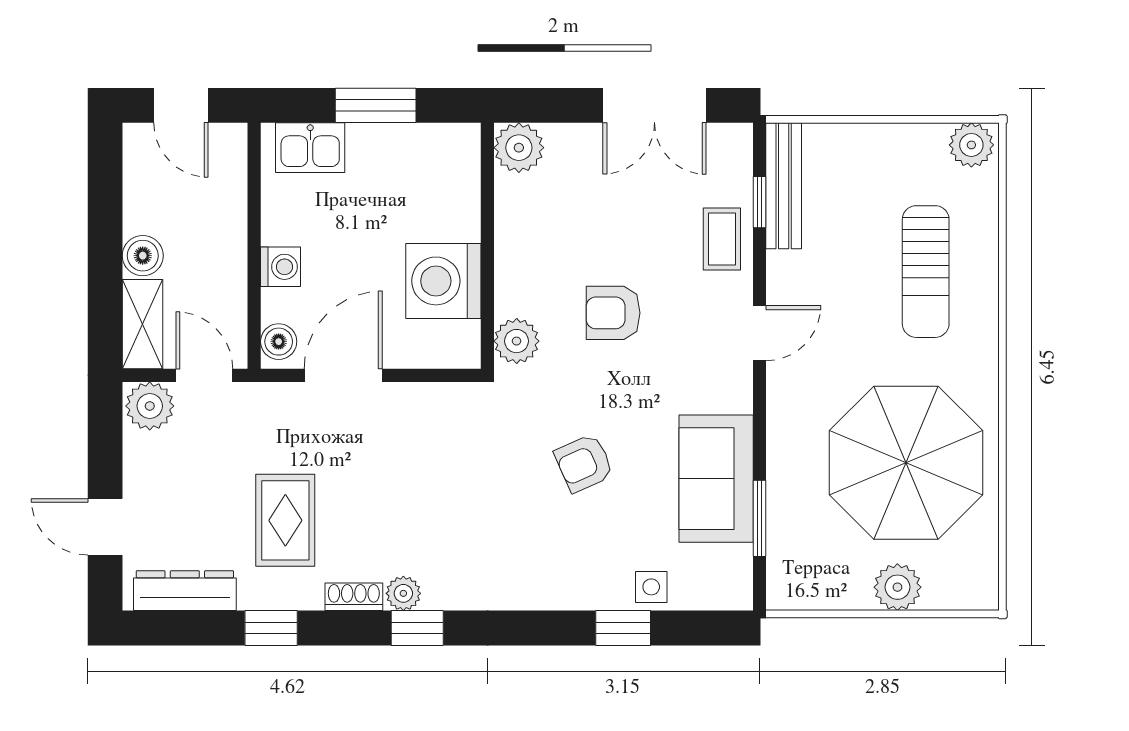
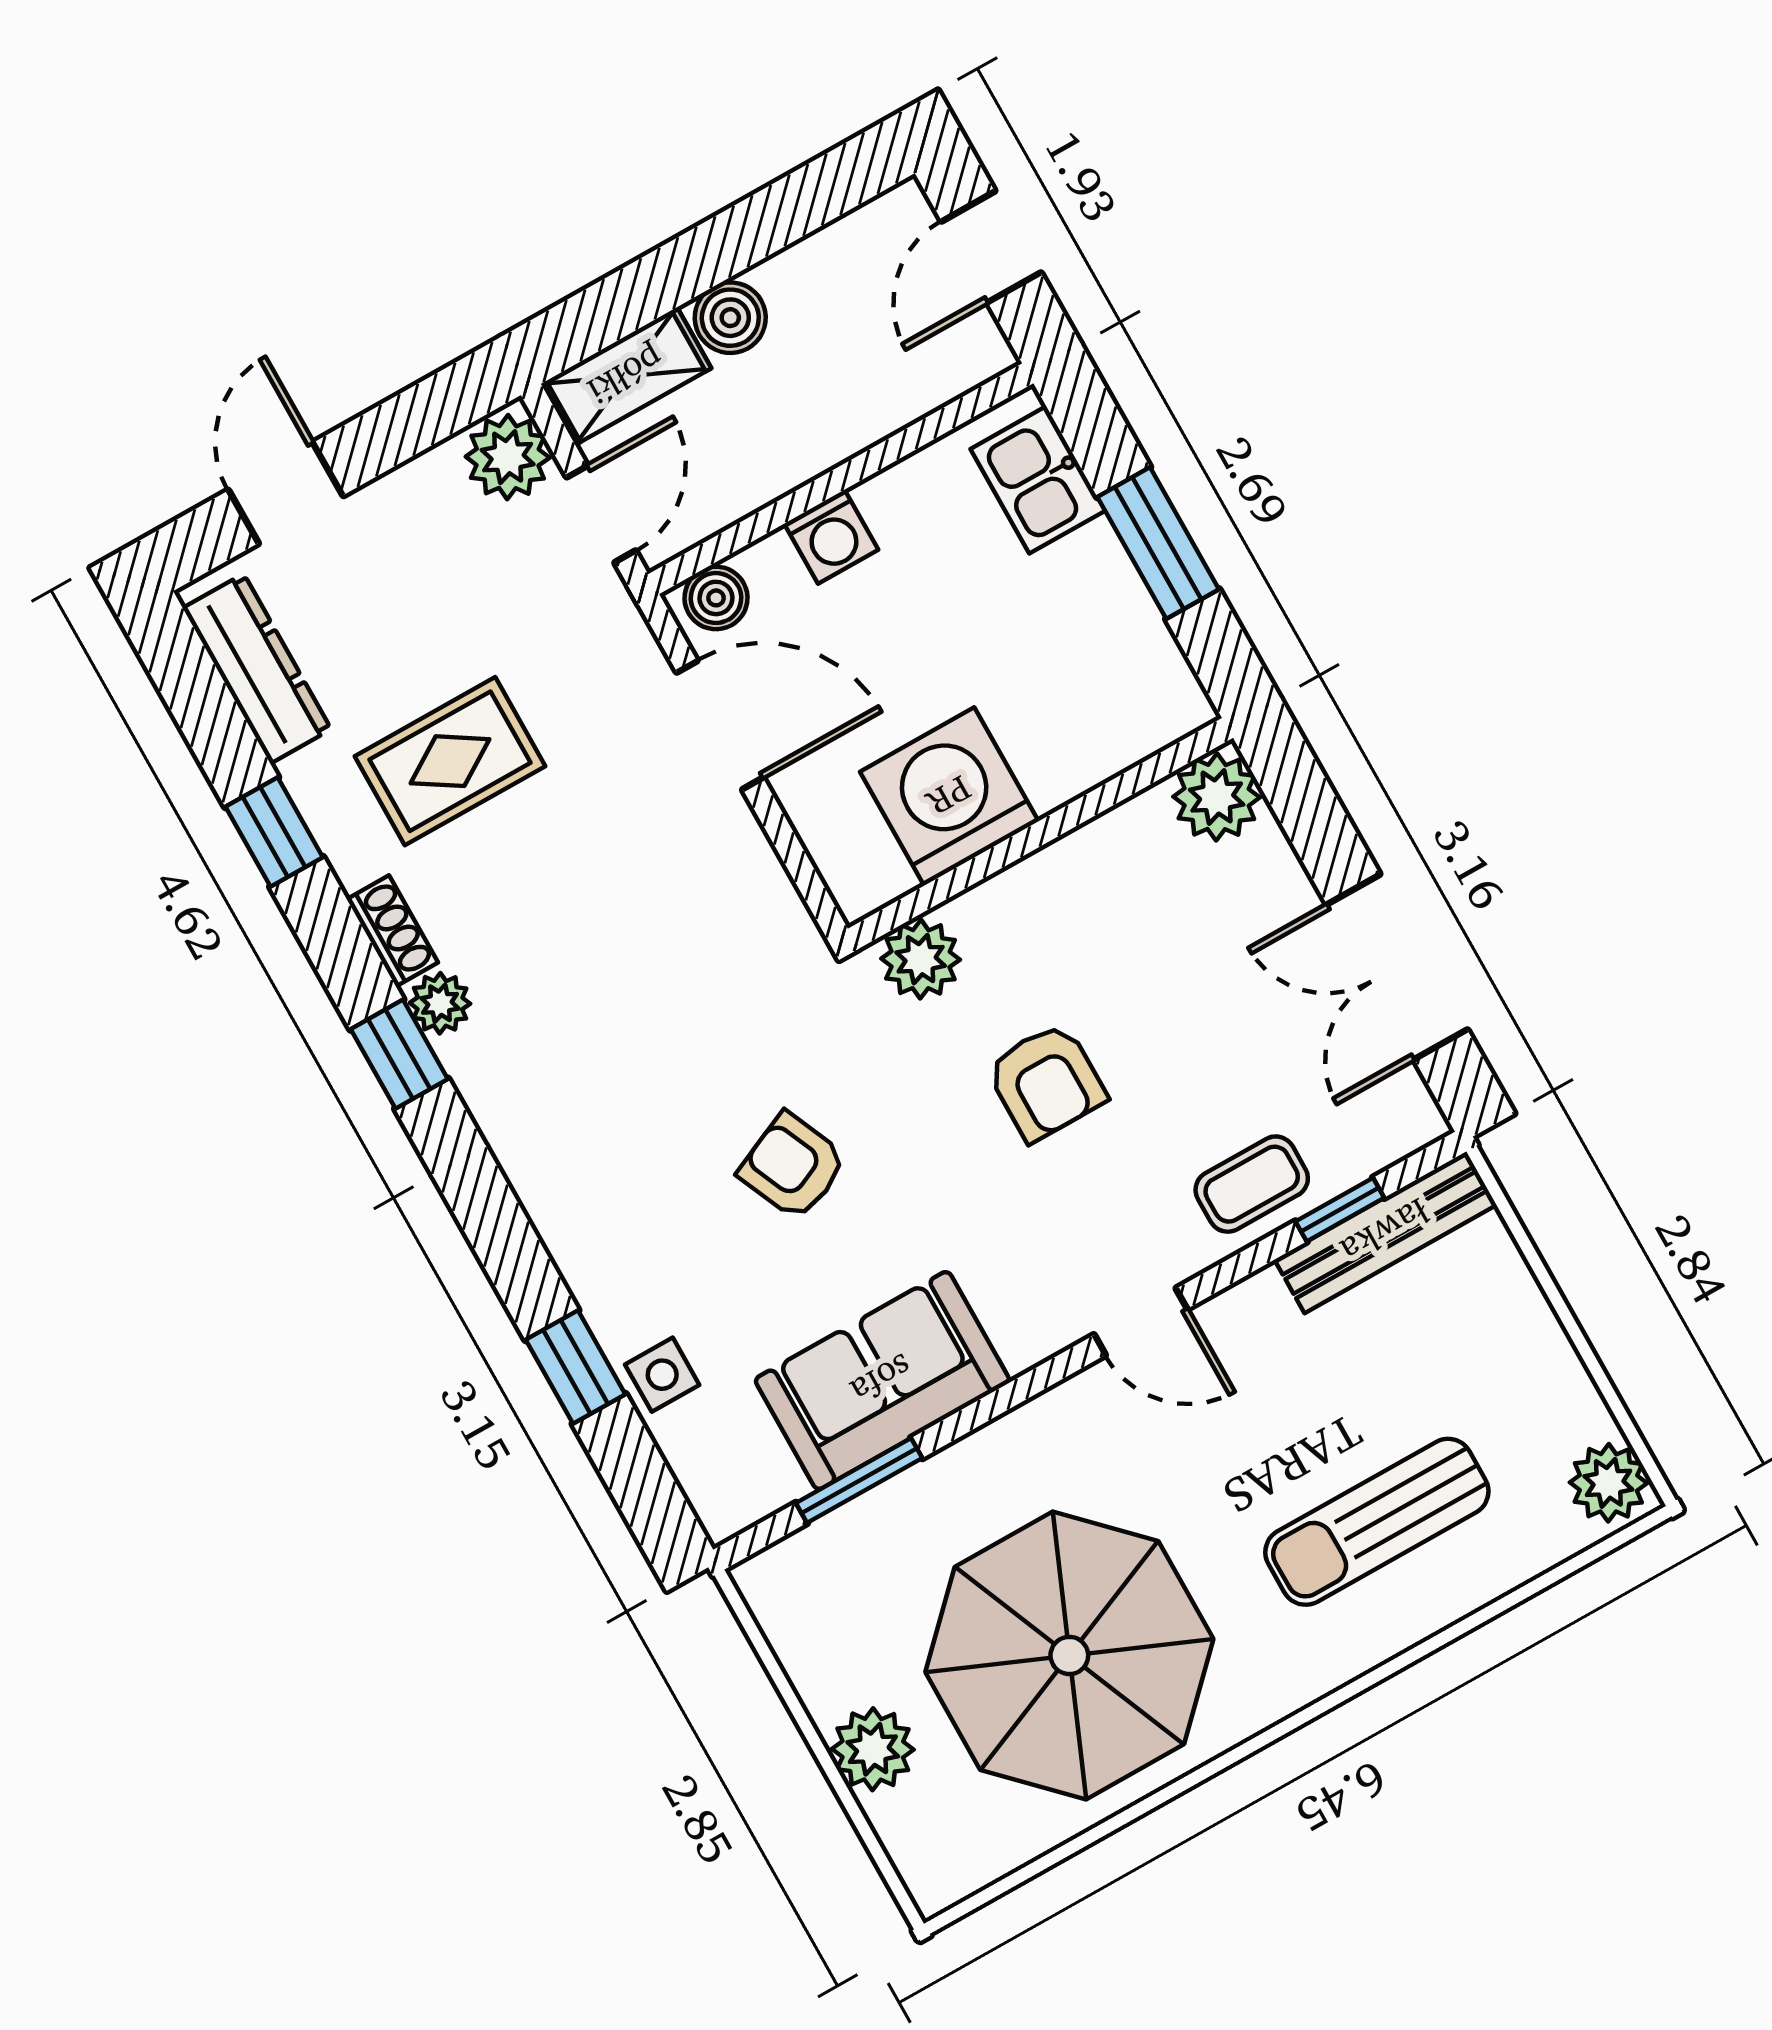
armchair: (613, 313) -> (1046, 1082), turned 180

